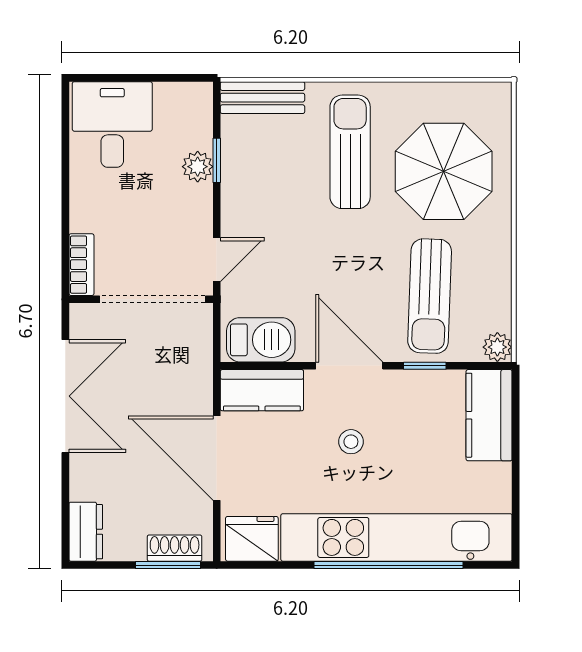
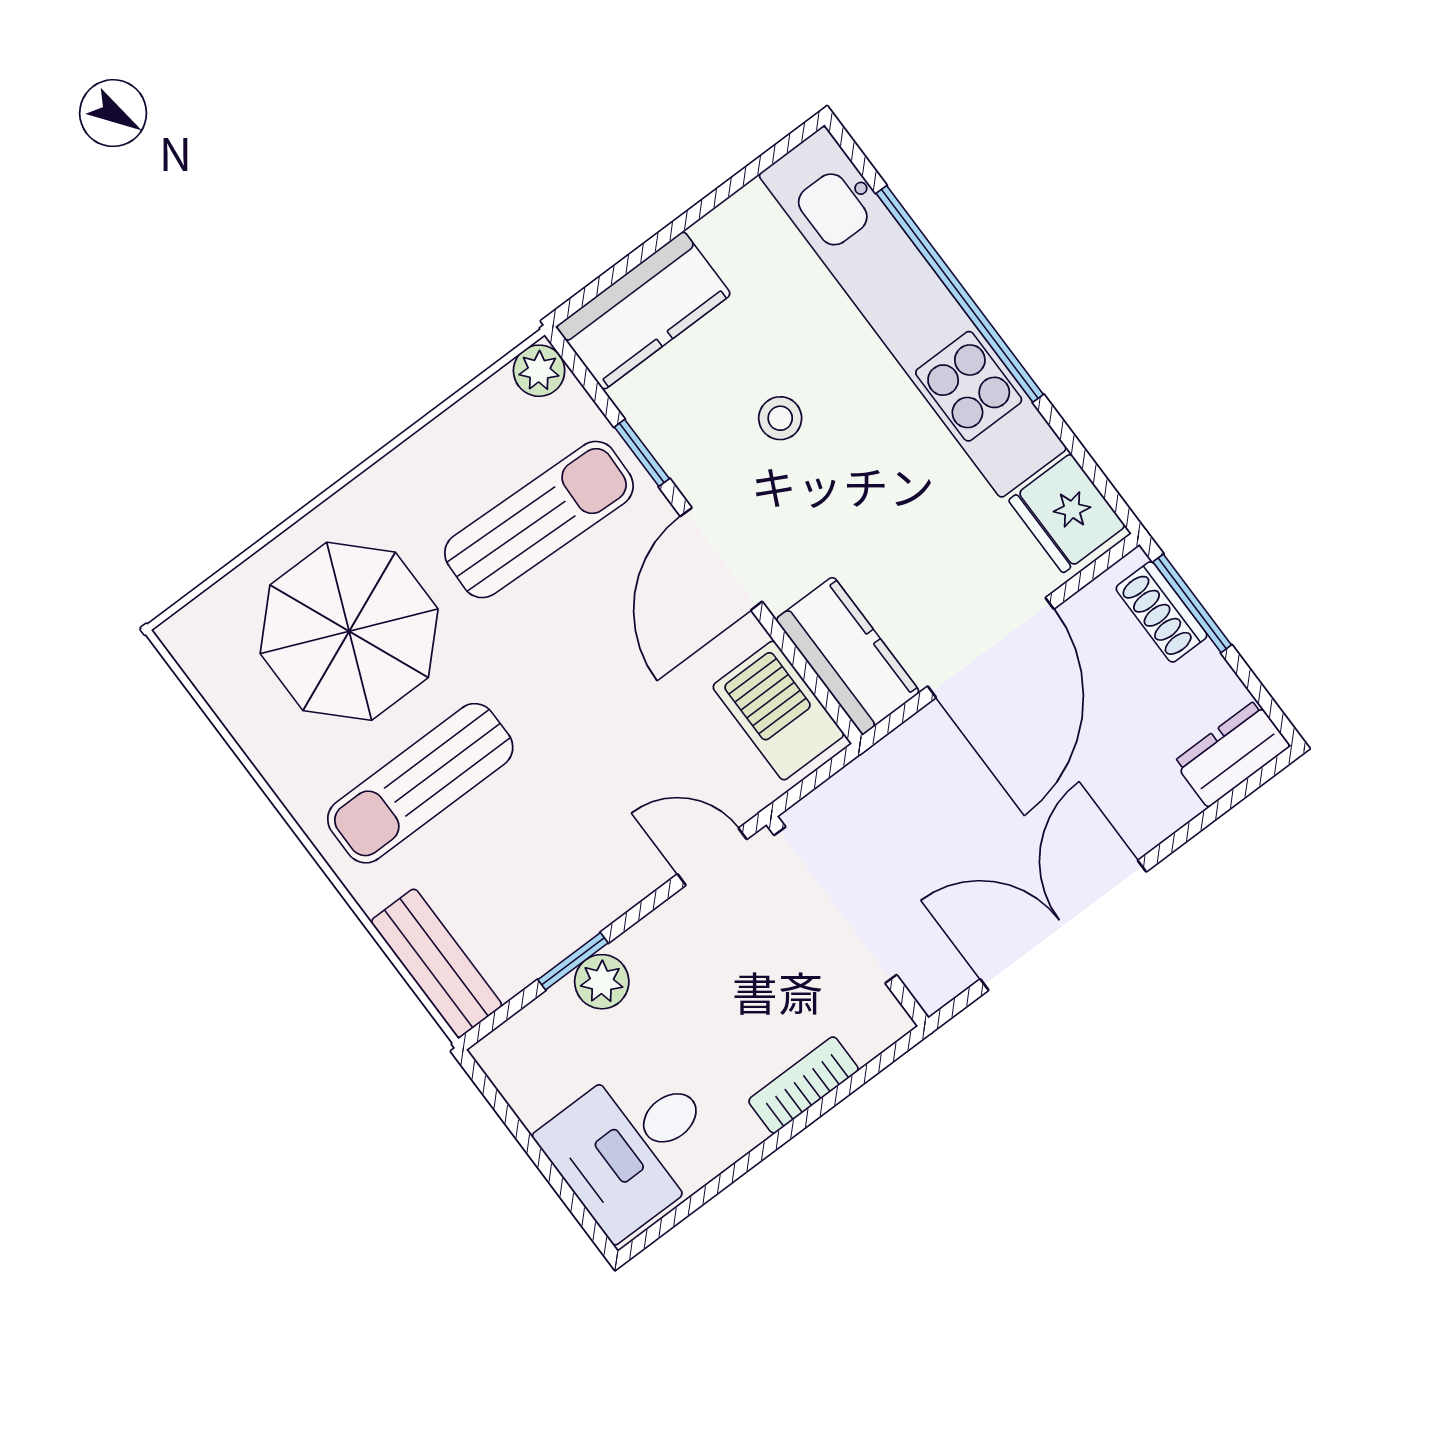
bookcase: (81, 265) -> (803, 1085), moved
stool: (351, 442) -> (780, 418), moved

